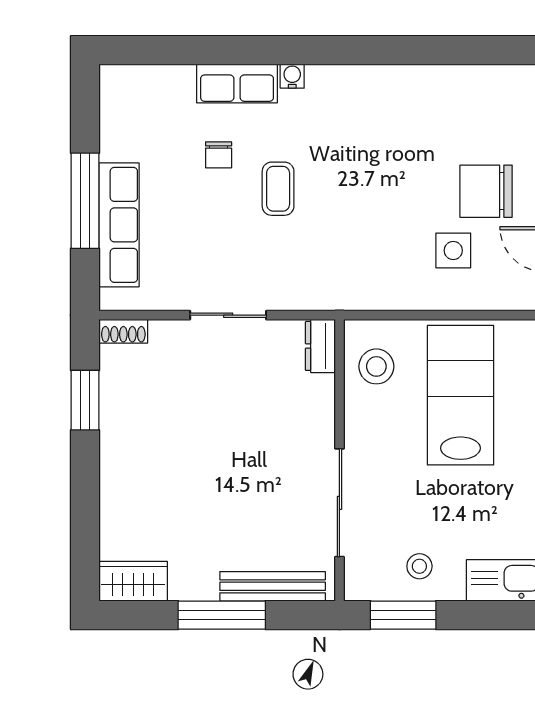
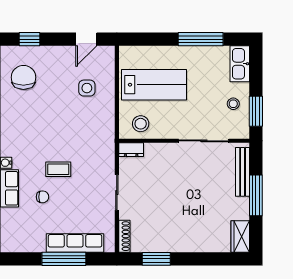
chair: (486, 191) -> (23, 77), moved, turned 180
shoe rack: (123, 331) -> (124, 236), width x1.43
lab bench: (460, 395) -> (154, 85), turned 180

